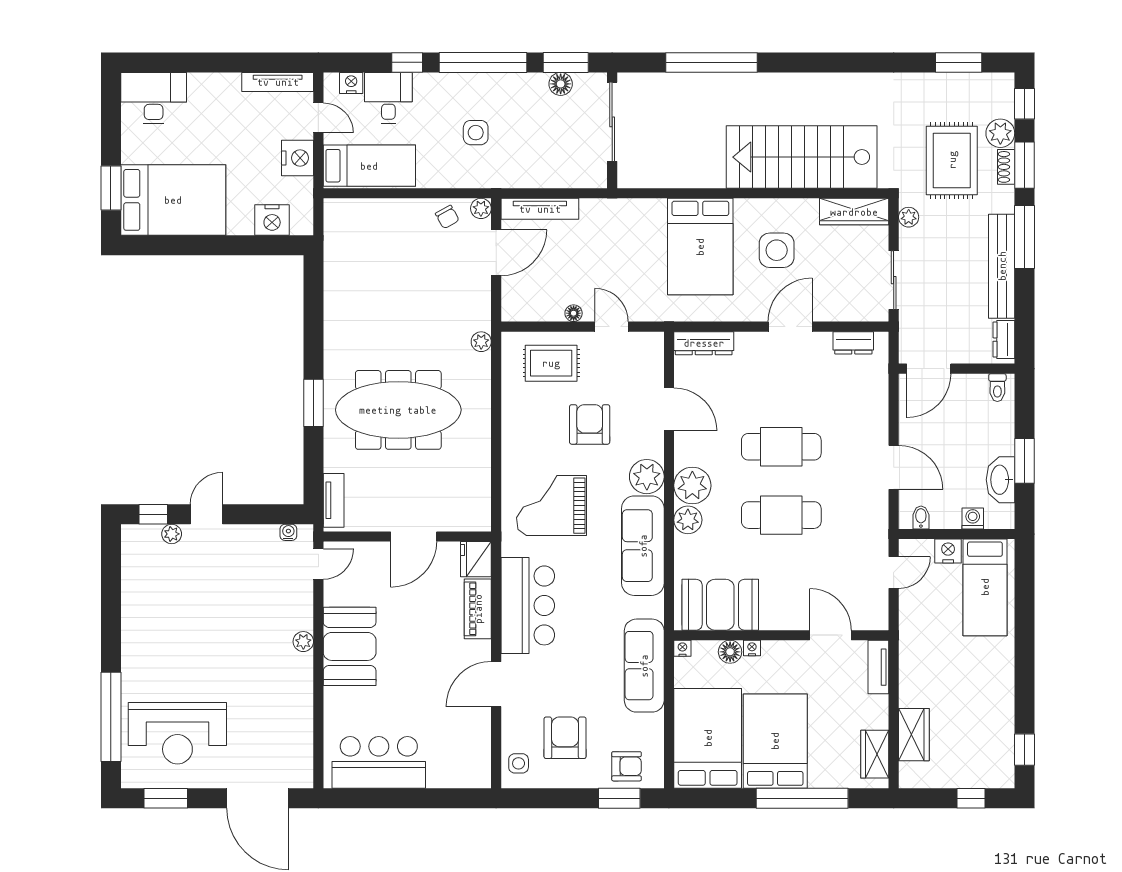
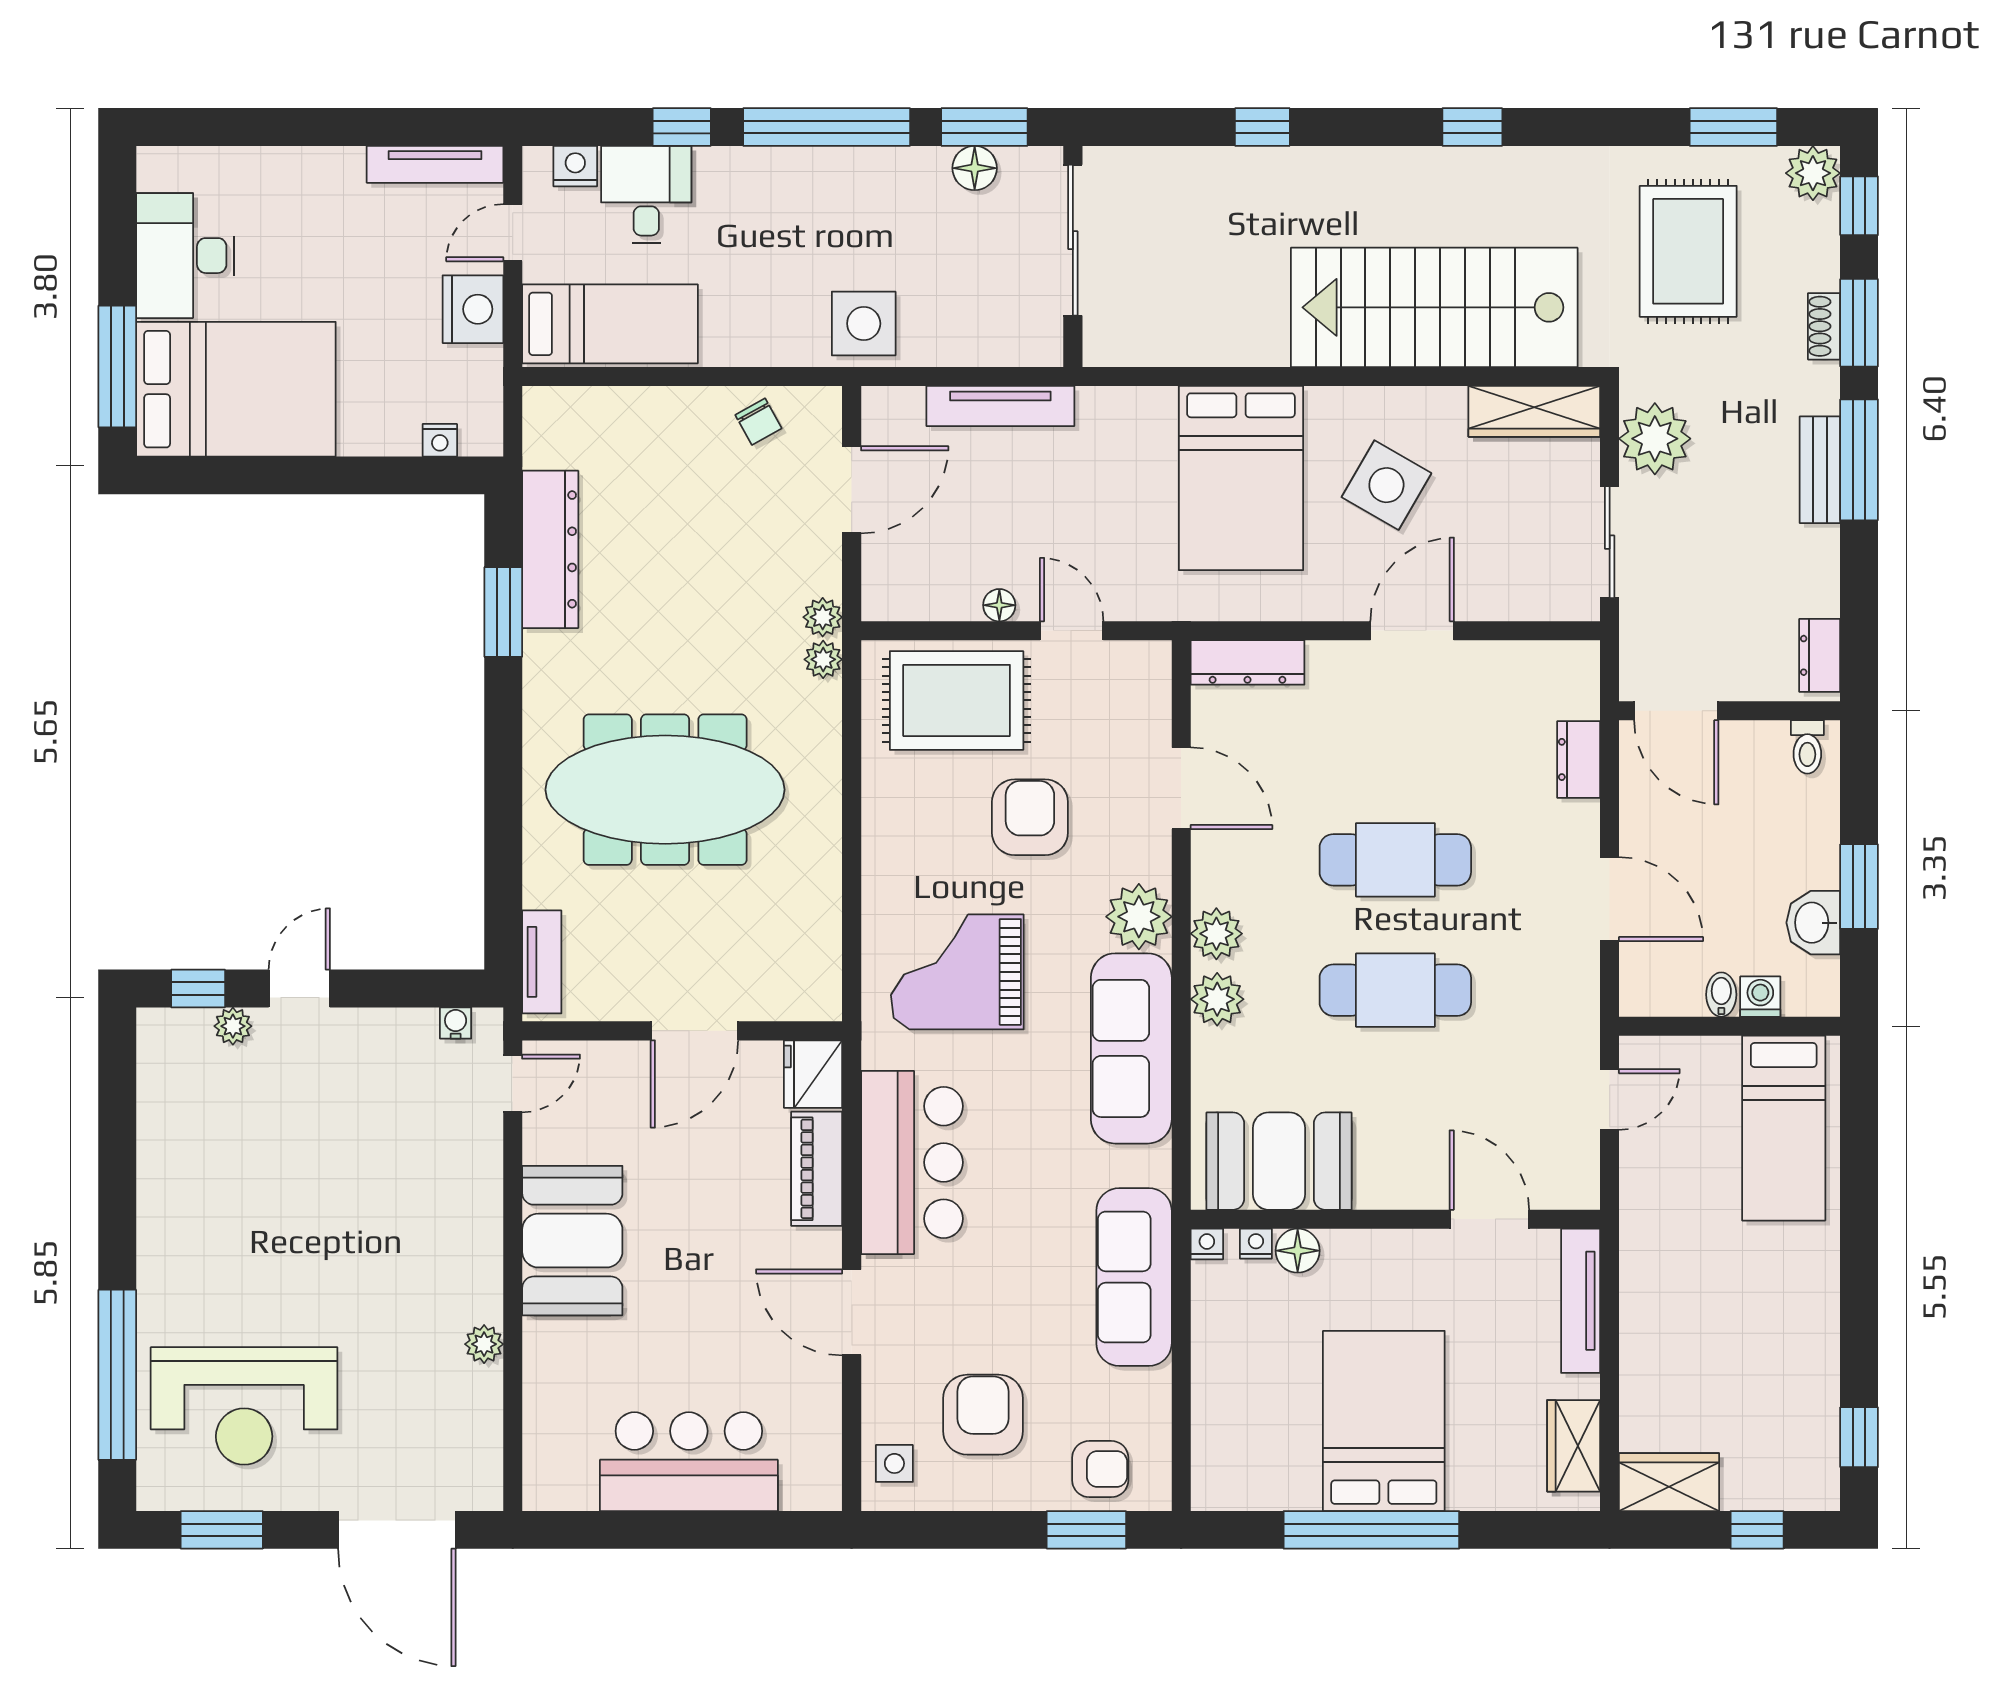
window: (712, 62) -> (1262, 127), width x0.32
window: (822, 62) -> (1472, 127), added
desk: (154, 98) -> (185, 256), moved, turned -90
door: (318, 118) -> (513, 233), swing flipped
side table: (476, 133) -> (864, 324), moved, width x1.37, depth x1.37
plant: (1000, 133) -> (1813, 173), moved
rug: (952, 160) -> (1688, 251), moved
window: (111, 188) -> (117, 366), width x1.44
plant: (481, 208) -> (823, 617), moved
tv unit: (540, 209) -> (1000, 406), moved
plant: (909, 217) -> (1655, 439), width x1.87, depth x1.87
nightstand: (272, 220) -> (440, 440), width x0.53, depth x0.56
side table: (777, 250) -> (1386, 485), turned 30
bench: (1002, 266) -> (1820, 470), width x0.54, depth x0.82
dresser: (338, 284) -> (550, 549), added
dresser: (853, 343) -> (1579, 759), moved, turned 90
rug: (551, 363) -> (957, 700), width x1.36, depth x1.43
door: (929, 369) -> (1676, 711), hinge flipped
window: (313, 403) -> (503, 612), moved
washbasin: (1001, 480) -> (1813, 923), width x0.72
plant: (692, 486) -> (1216, 934), width x0.73, depth x0.73
bidet: (921, 517) -> (1721, 995), moved
nightstand: (948, 551) -> (1713, 1059), removed
plant: (303, 642) -> (484, 1344), moved
nightstand: (752, 648) -> (1256, 1244), moved
tv unit: (878, 667) -> (1581, 1301), width x1.41
door: (496, 684) -> (852, 1312), hinge flipped
wardrobe: (914, 735) -> (1669, 1482), moved, turned -90
bed: (708, 738) -> (1255, 1416), removed
bar counter: (379, 762) -> (689, 1462), moved
window: (802, 798) -> (1371, 1530), moved

